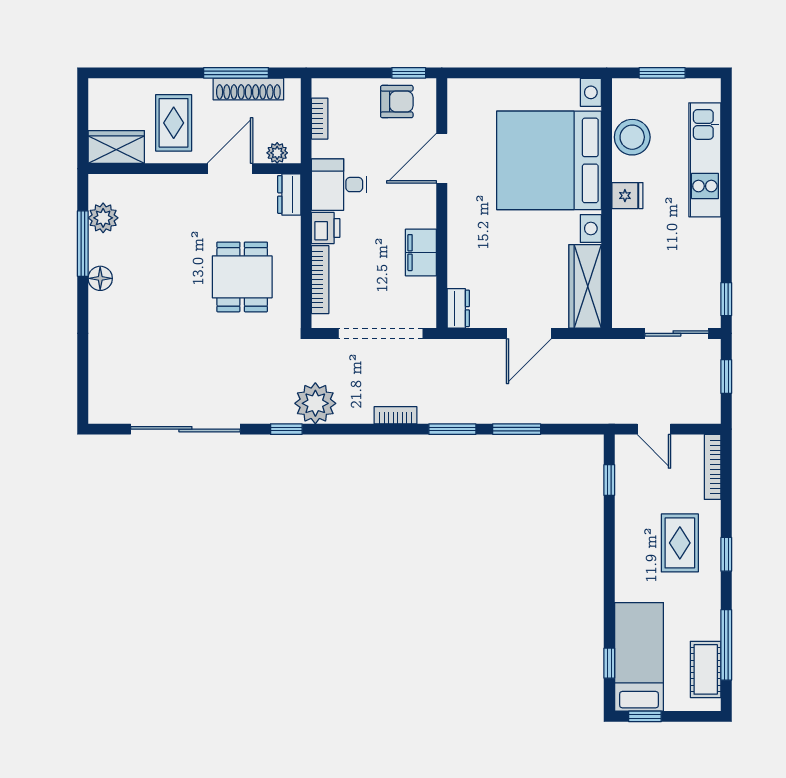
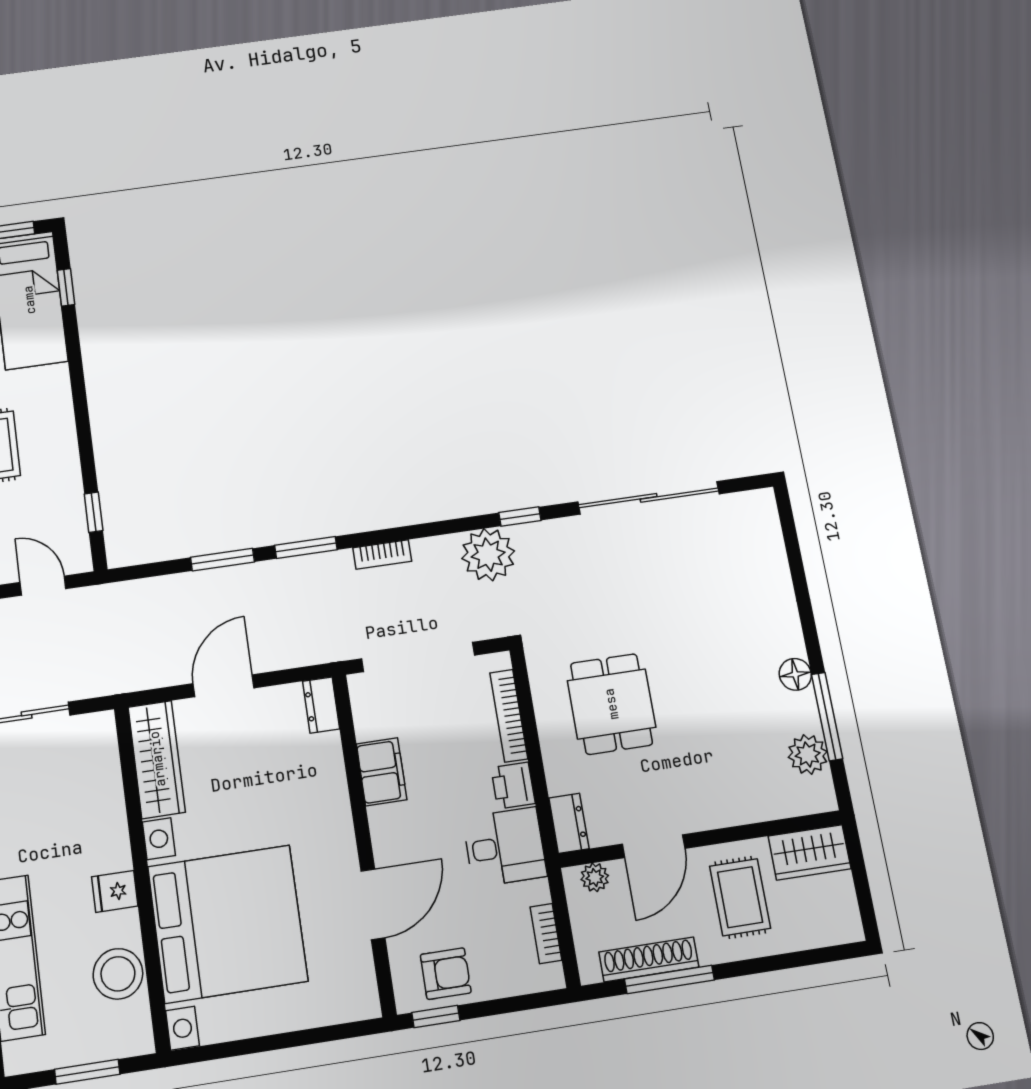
armchair: (397, 102) -> (446, 974), turned 180

